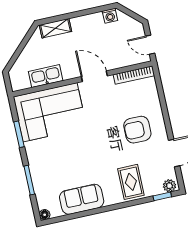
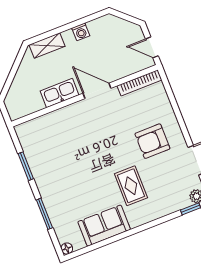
washing machine: (110, 16) -> (81, 32), moved
kitchen sink: (46, 76) -> (60, 93), moved
corner sofa: (50, 112) -> (55, 137), removed
rug: (131, 182) -> (131, 186), moved

